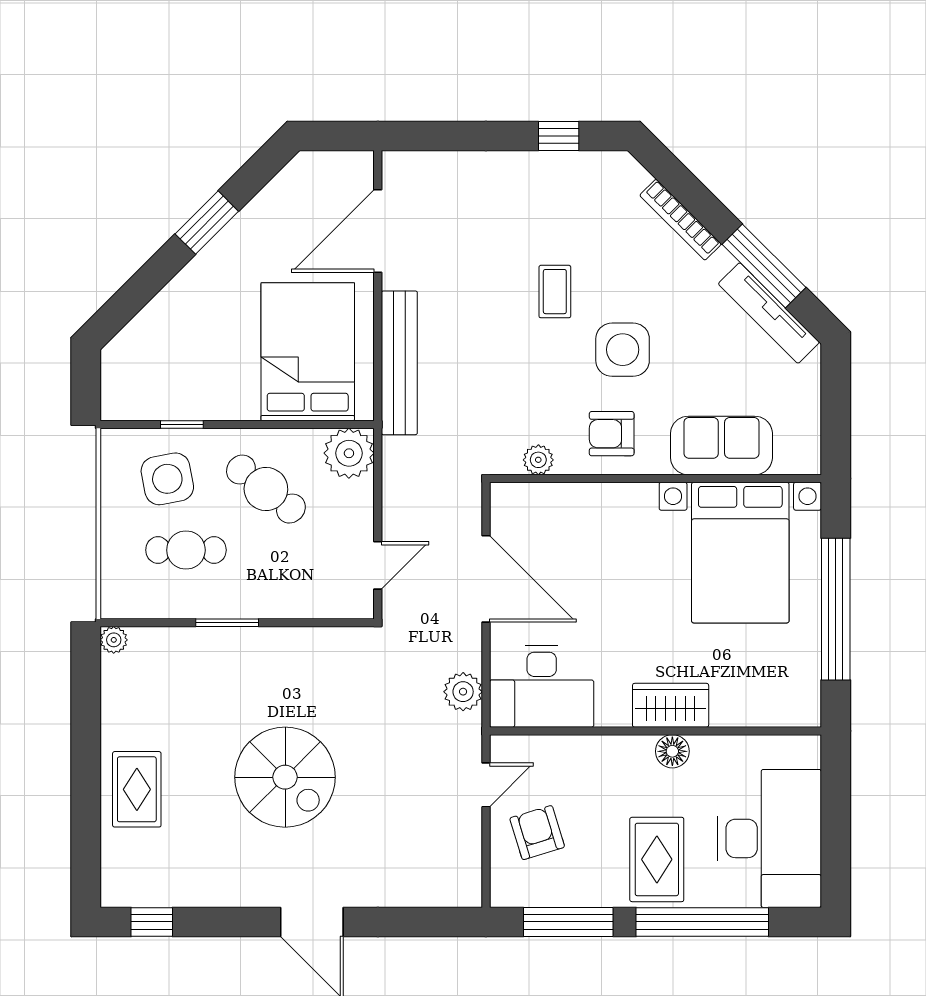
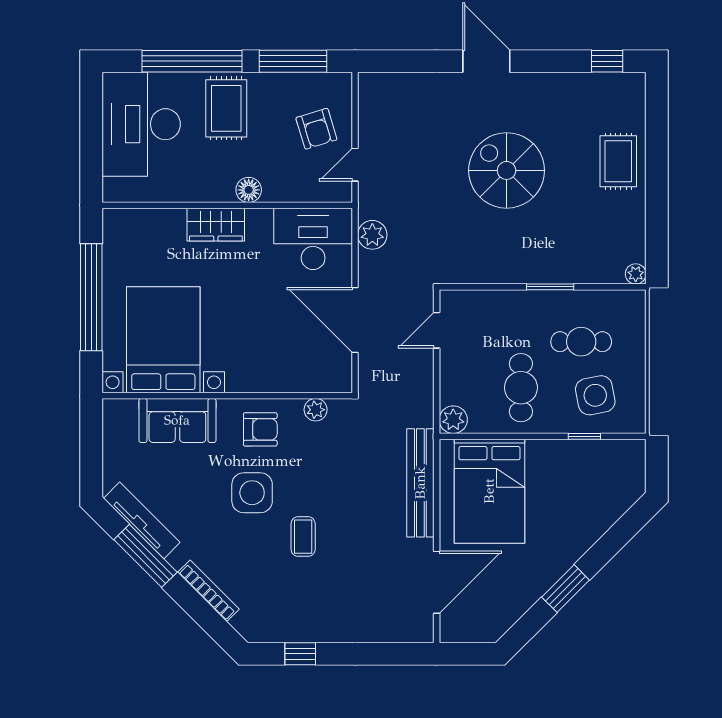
plant: (349, 453) -> (453, 420), width x0.73, depth x0.73
cafe table: (266, 489) -> (521, 388), turned 52
floor lamp: (672, 751) -> (249, 190), moved

